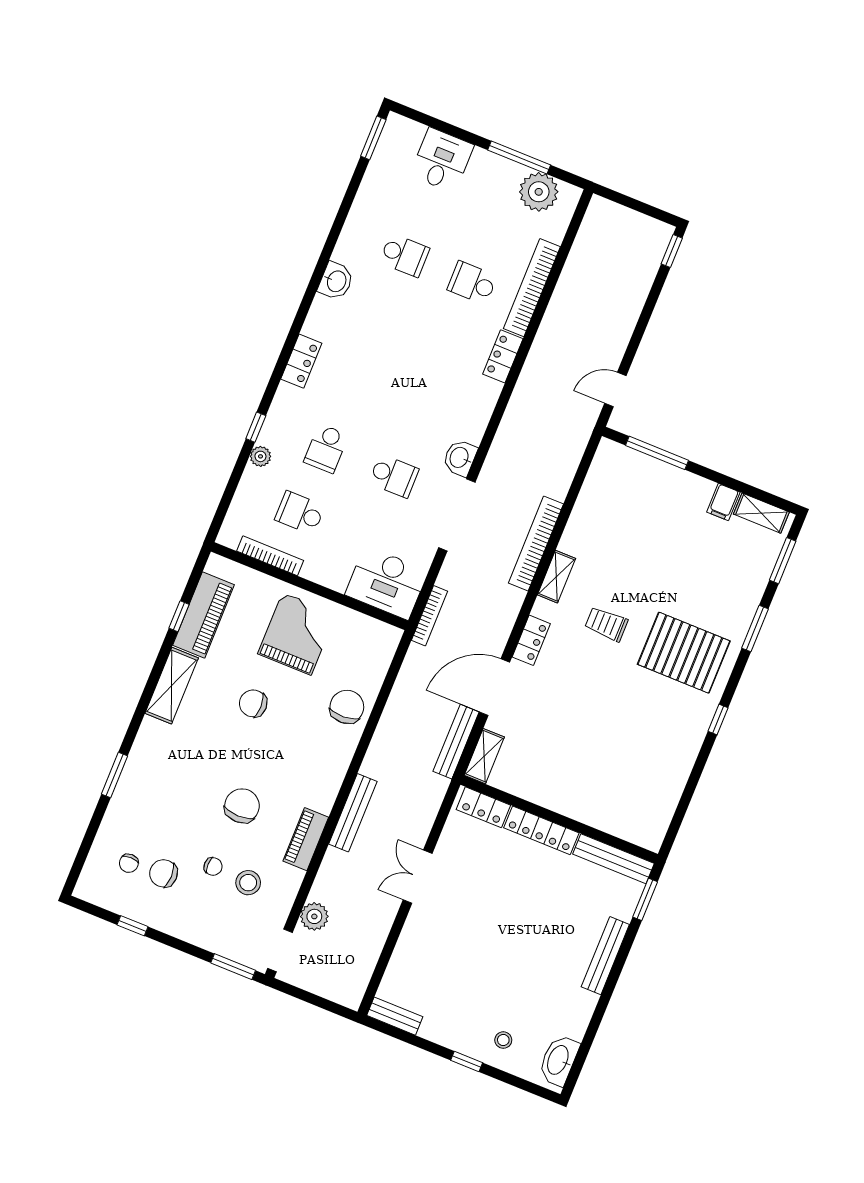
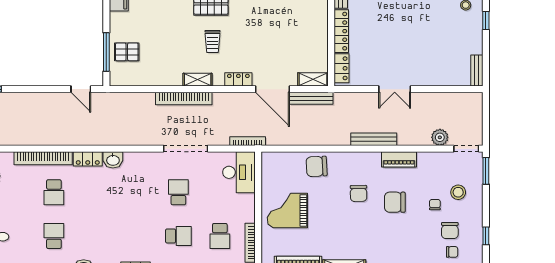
washbasin: (460, 458) -> (113, 160), moved
pallet: (644, 484) -> (127, 52), added
chair: (253, 703) -> (359, 193), moved
stool: (248, 883) -> (458, 192), moved

